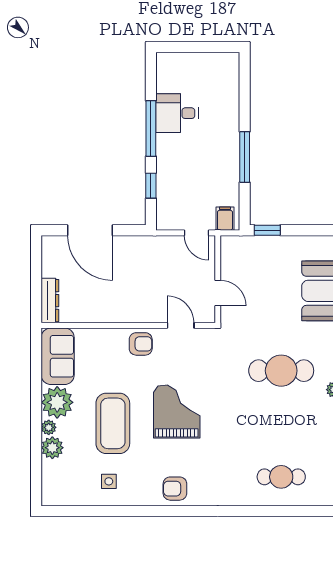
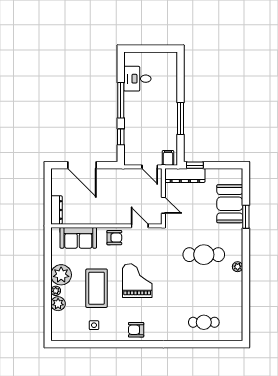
desk: (177, 113) -> (137, 79), moved
dresser: (252, 246) -> (185, 175), added
sofa: (58, 356) -> (78, 238), moved, turned 90

